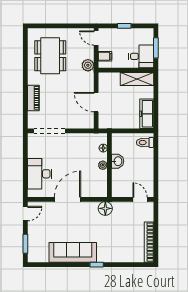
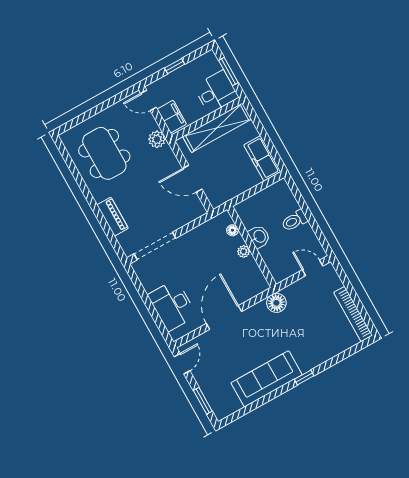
filing cabinet: (105, 56) -> (172, 117), width x2.00
shelving: (137, 79) -> (217, 128), width x1.47
toilet: (145, 143) -> (294, 221), moved

